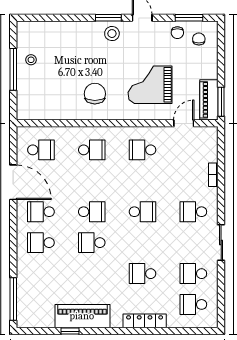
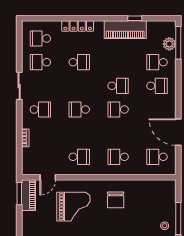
school desk: (41, 212) -> (157, 62), moved, turned 180
school desk: (193, 274) -> (40, 62), turned 180
plant: (25, 297) -> (169, 44), added
school desk: (193, 304) -> (40, 39), turned 180

